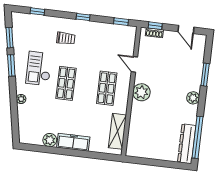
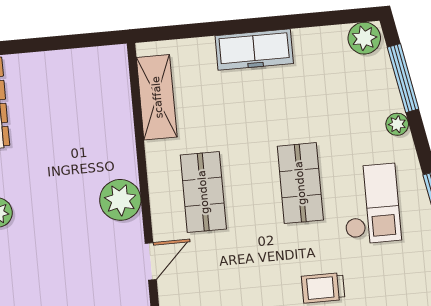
door: (134, 64) -> (151, 261), hinge flipped
window: (15, 117) -> (403, 78), added
plant: (50, 140) -> (364, 38), moved

